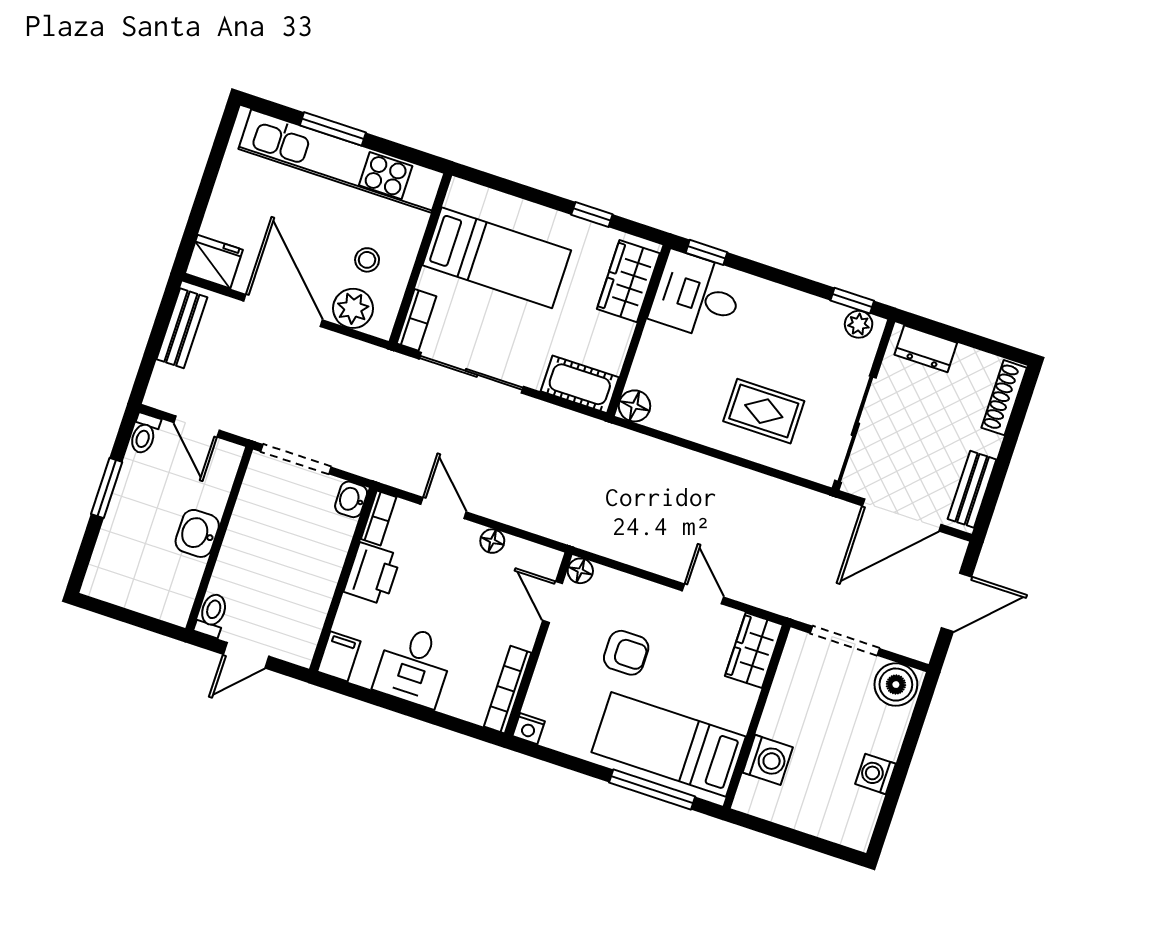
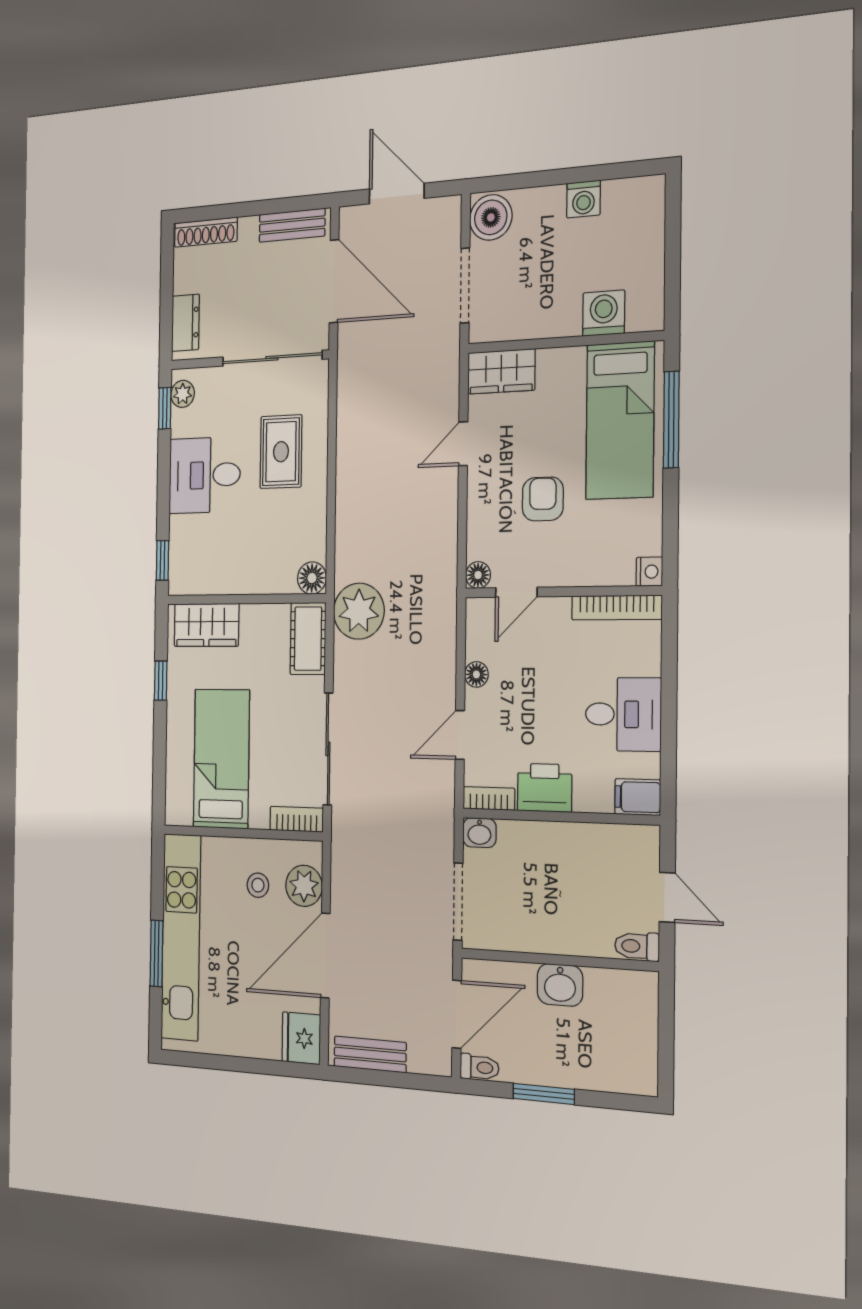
desk: (697, 296) -> (205, 475), moved, turned 90
door: (196, 426) -> (457, 1014), width x1.38
plant: (588, 444) -> (359, 611), added

